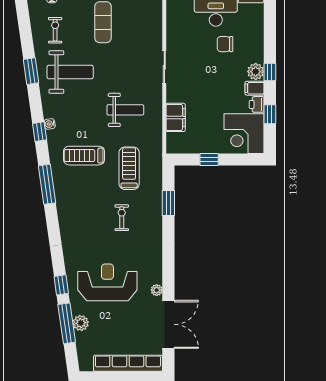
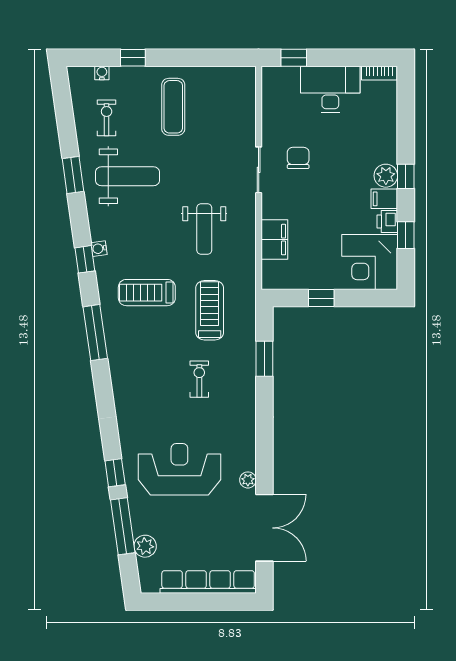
chair: (225, 44) -> (298, 158), moved, turned 90
weight bench: (125, 110) -> (204, 229), turned 90
plant: (81, 323) -> (145, 546), moved

